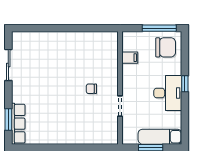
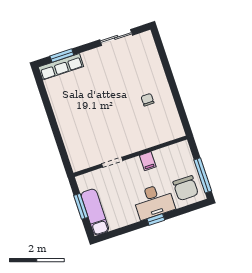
filing cabinet: (130, 58) -> (148, 161), moved
chair: (91, 89) -> (147, 100), moved
desk: (168, 93) -> (154, 201), moved

